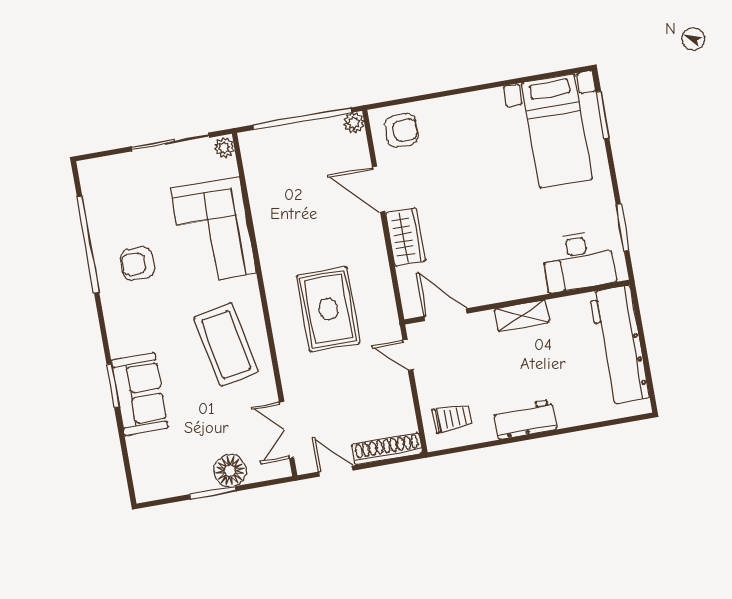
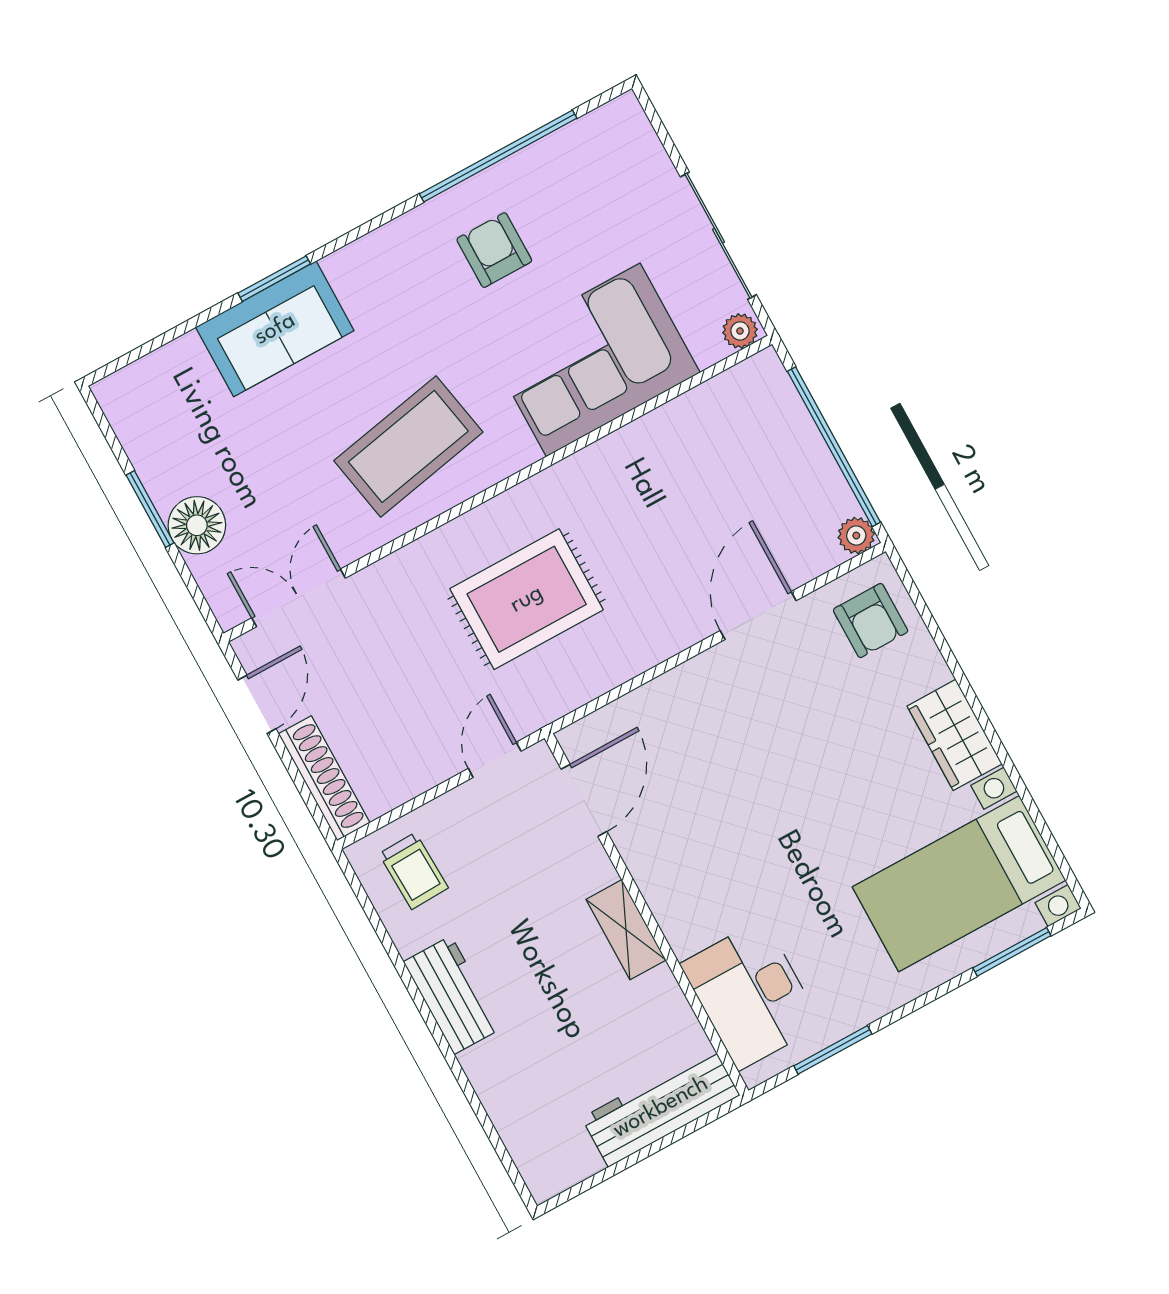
wardrobe: (406, 237) -> (955, 735), moved, turned 90
workbench: (619, 345) -> (661, 1107), width x0.73, depth x0.76

